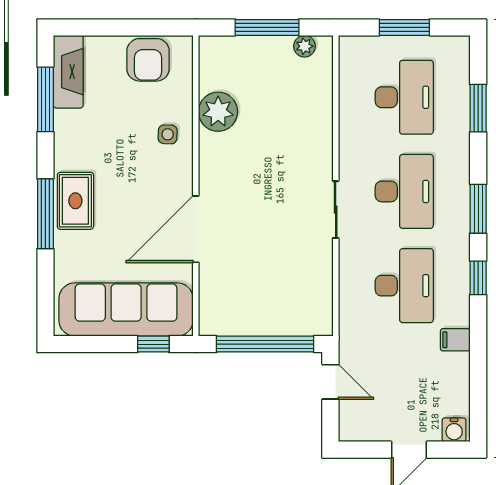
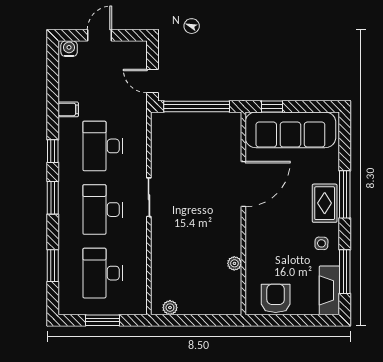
window: (267, 27) -> (195, 320), removed
plant: (218, 112) -> (234, 263), width x0.53, depth x0.53
side table: (168, 134) -> (321, 243), moved

